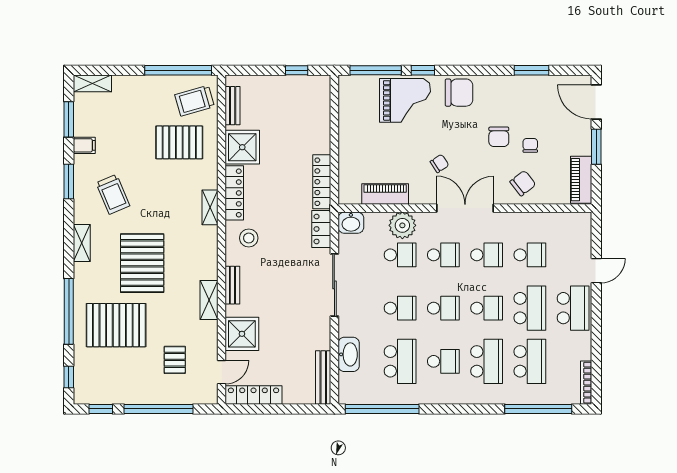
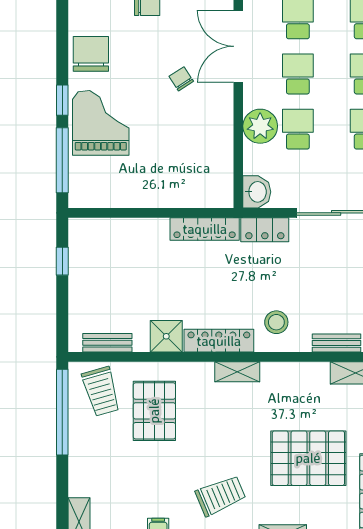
shower: (242, 147) -> (166, 336), width x0.73, depth x0.73
piano: (385, 194) -> (220, 148), removed

